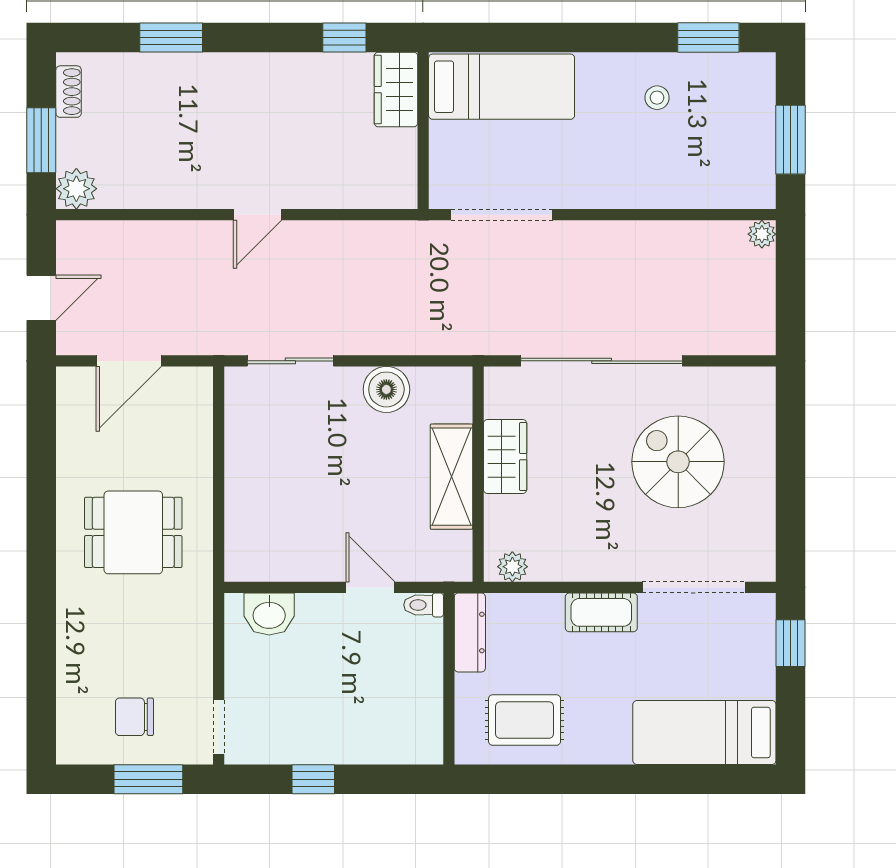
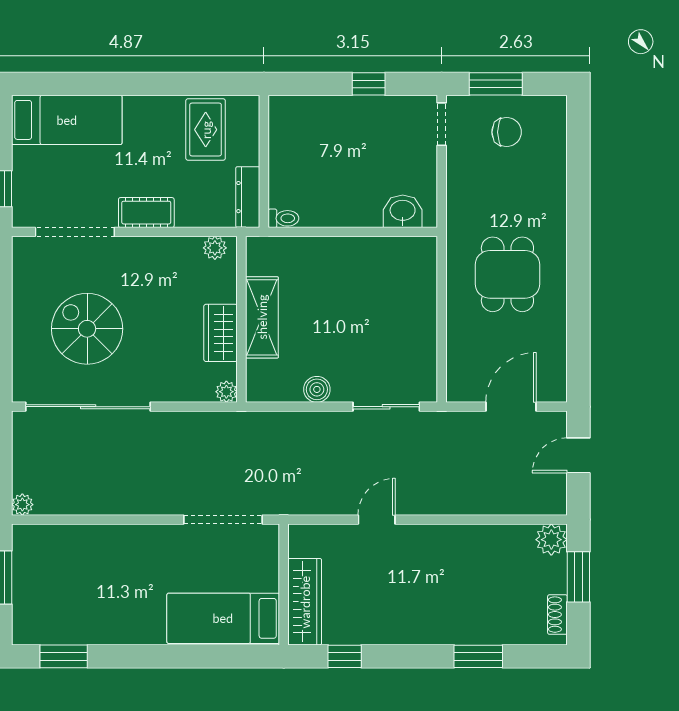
wardrobe: (396, 90) -> (305, 602), width x1.50
stool: (657, 98) -> (103, 610), removed
door: (258, 215) -> (377, 520), moved
sliding door: (602, 361) -> (88, 407), moved
plant: (497, 380) -> (226, 392), added
boiler: (386, 389) -> (317, 389), width x0.73, depth x0.73
spiral stairs: (678, 462) -> (87, 329), turned 180
dining table: (133, 532) -> (507, 274), turned 90
door: (370, 587) -> (325, 232), removed
rug: (525, 720) -> (206, 130), turned 90

